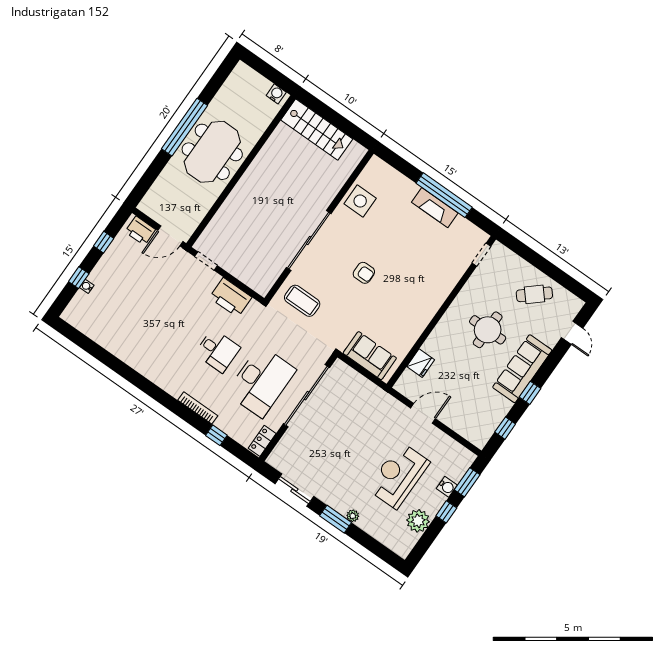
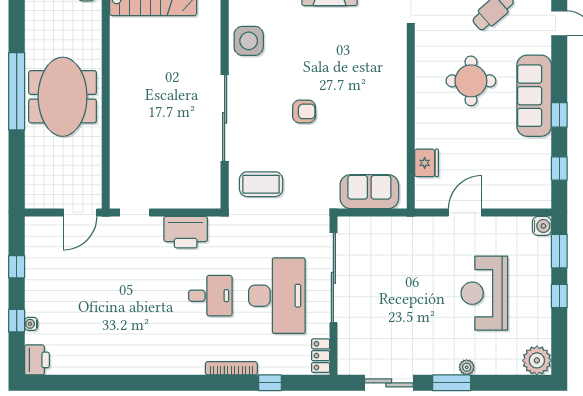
printer: (140, 231) -> (37, 360), moved, turned -90
water cooler: (447, 487) -> (542, 226), moved
plant: (418, 521) -> (537, 360), moved

